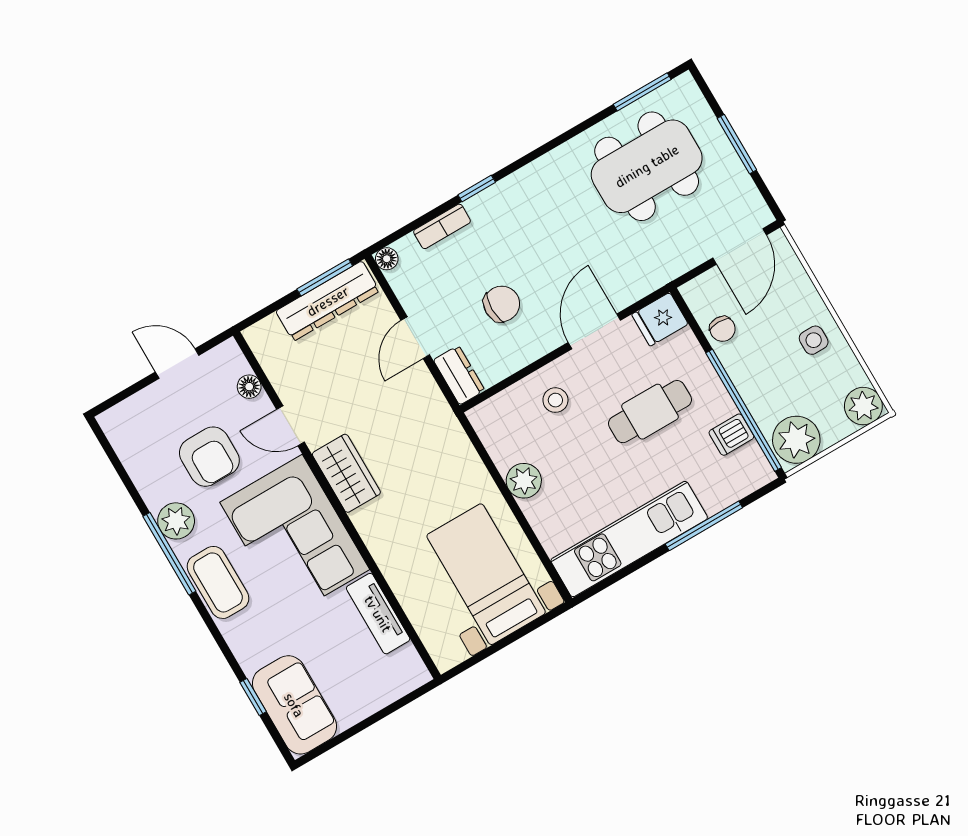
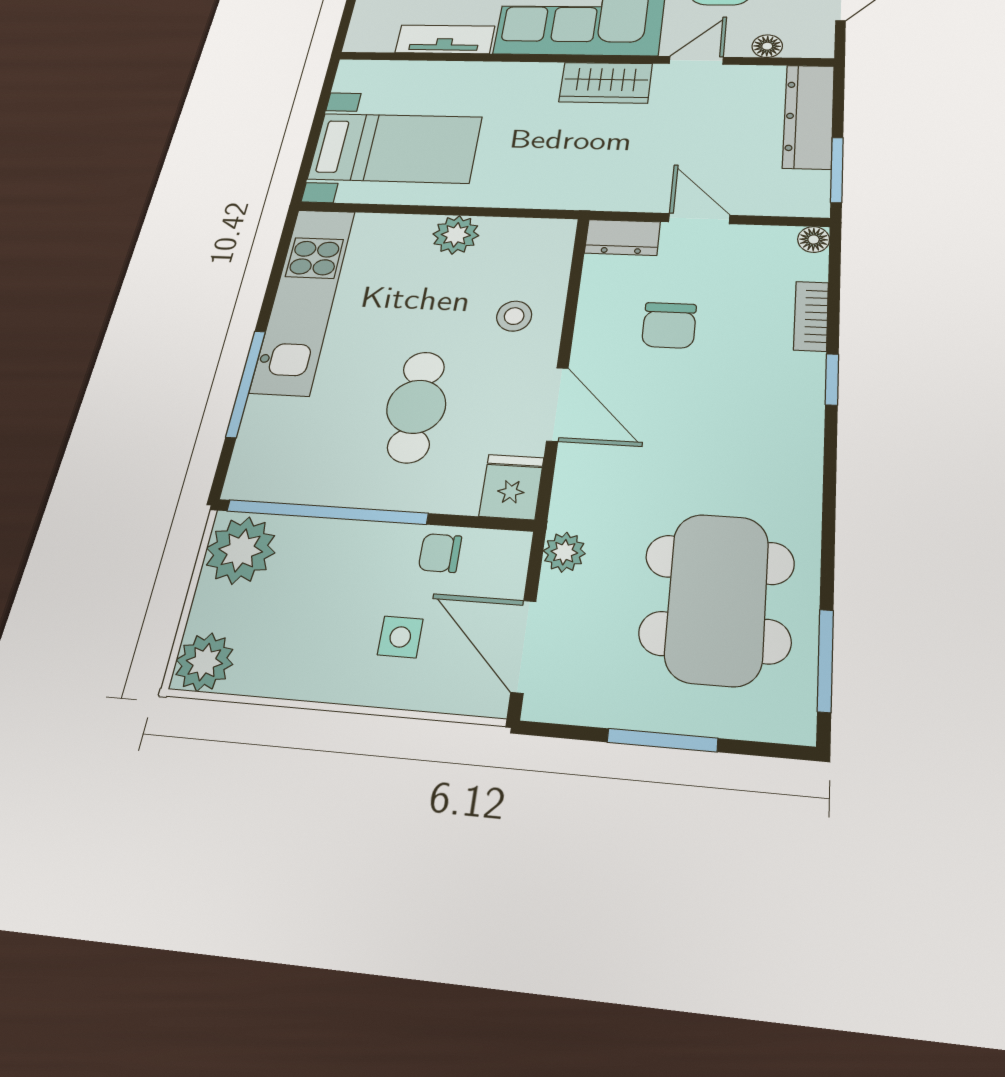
plant: (676, 263) -> (564, 552), added
dresser: (328, 301) -> (809, 116), moved
side table: (814, 340) -> (400, 637), moved
dishwasher: (731, 435) -> (313, 479), removed

